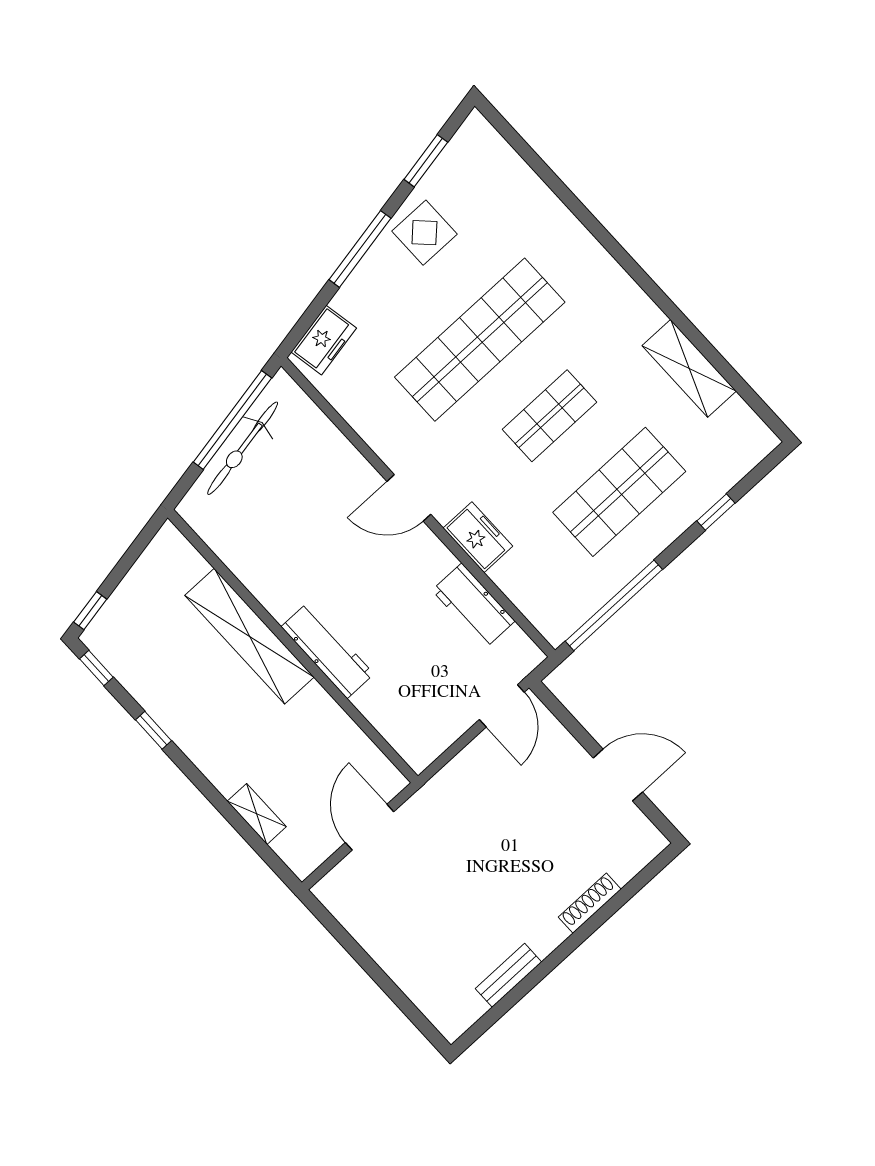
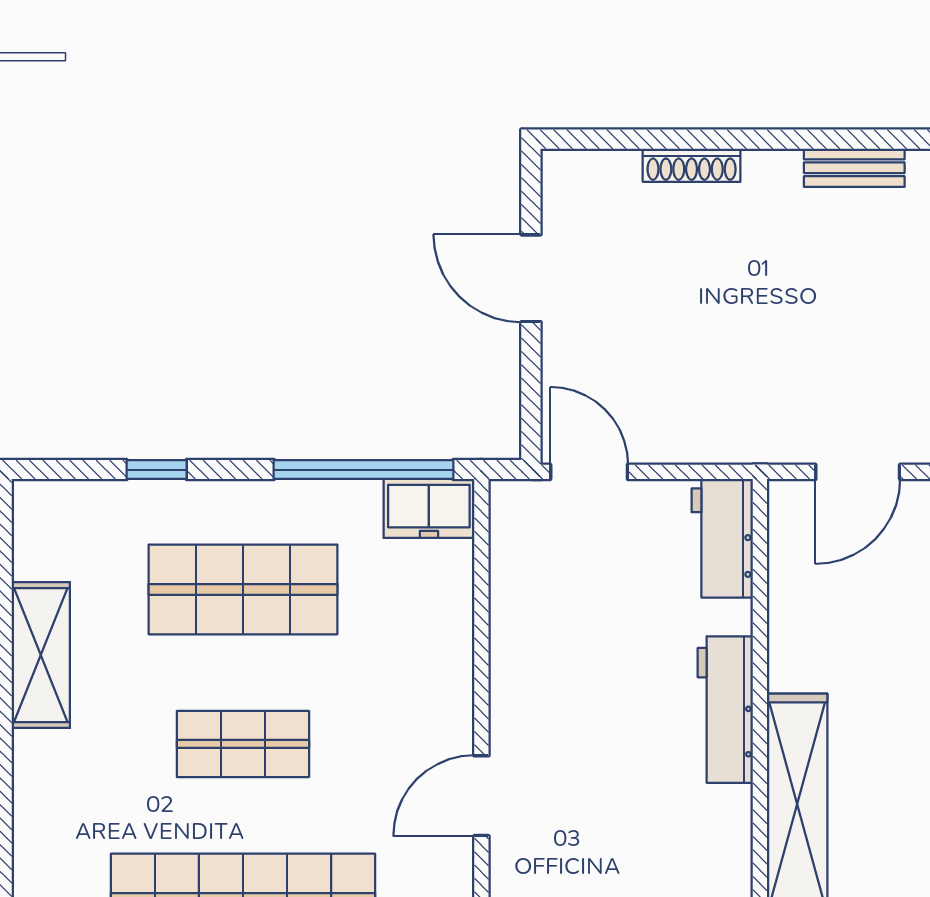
door: (409, 498) -> (481, 796), swing flipped
freezer: (478, 537) -> (429, 508), moved, turned -90
workbench: (473, 606) -> (722, 538), moved, turned 180
door: (502, 706) -> (589, 472), hinge flipped

